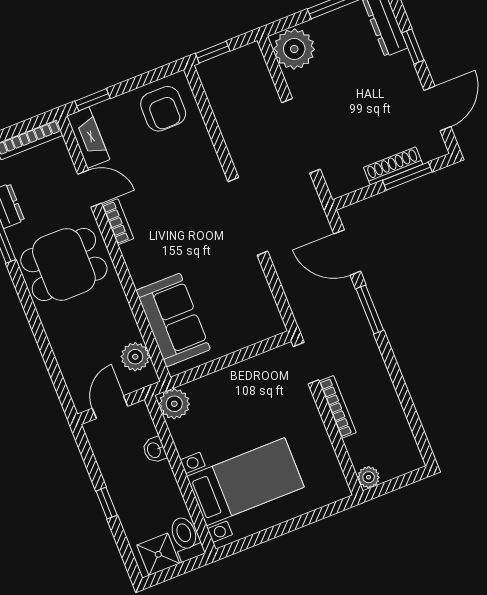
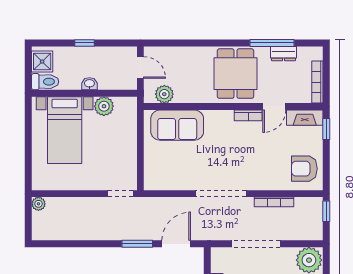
plant: (174, 404) -> (104, 106), moved
bookcase: (338, 407) -> (274, 202), moved
washbasin: (154, 450) -> (89, 84), moved

